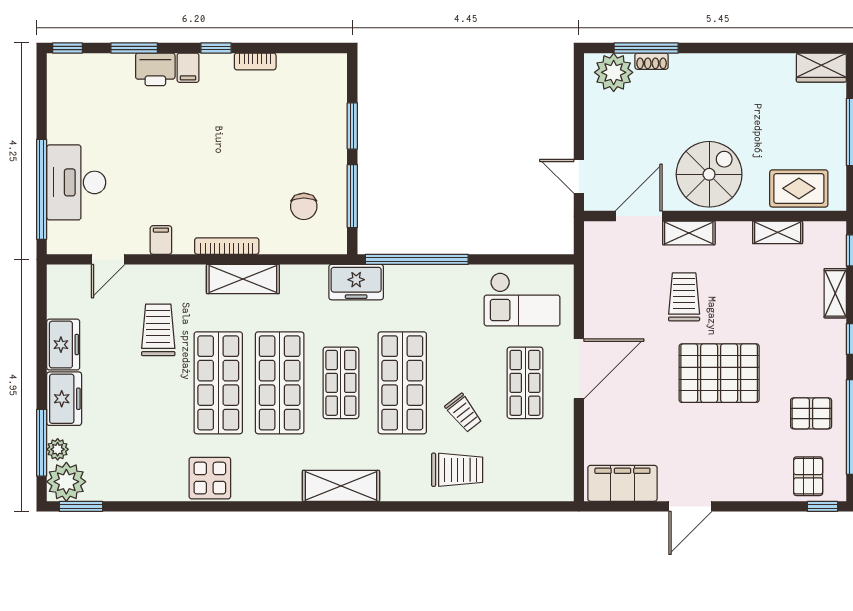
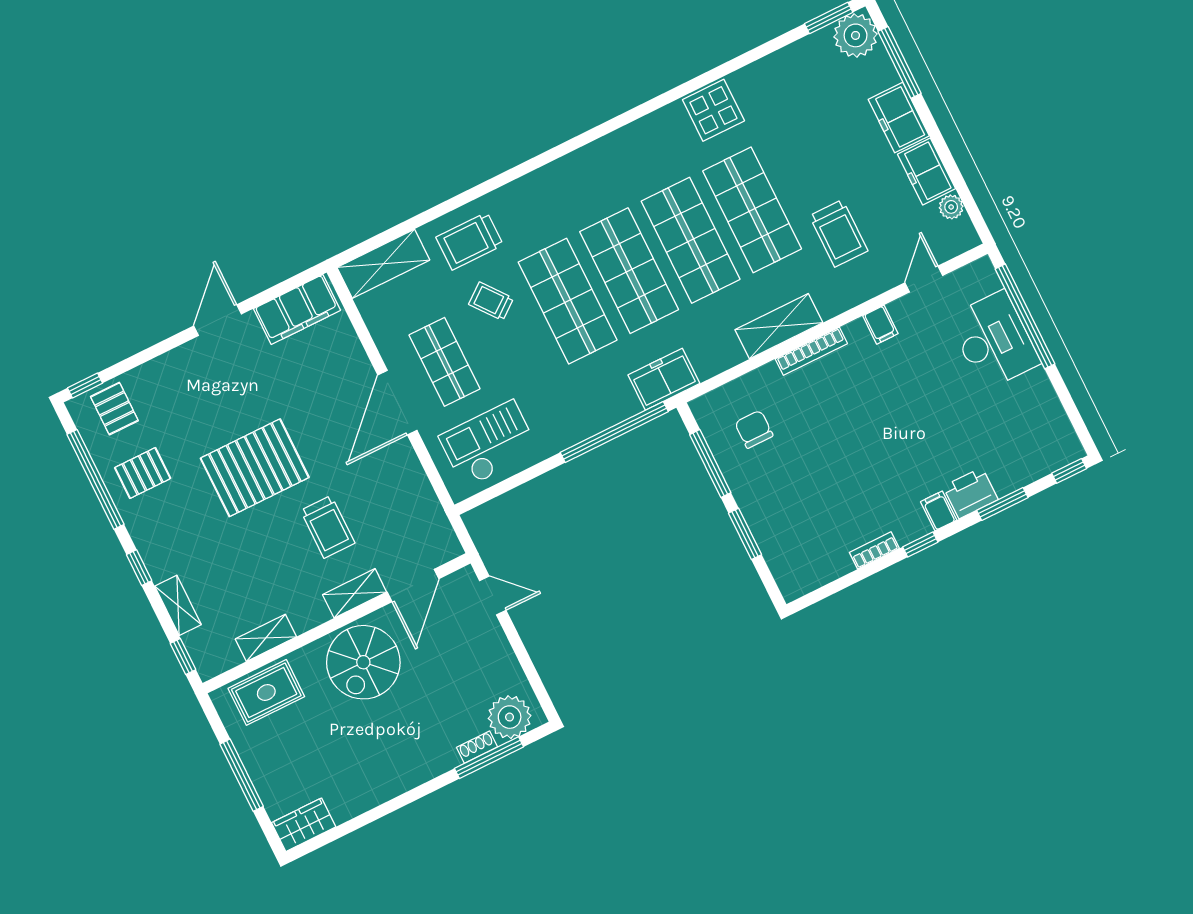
shop shelf: (341, 383) -> (629, 271), width x1.43, depth x1.36
plant: (58, 449) -> (951, 207), moved
shelving: (341, 486) -> (383, 264), moved

